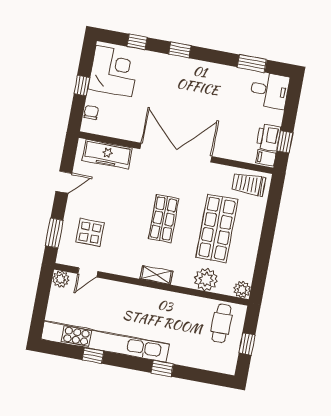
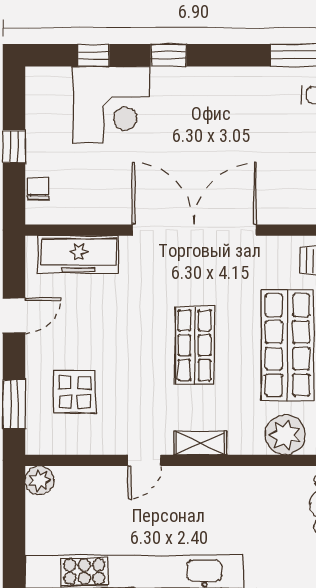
corner desk: (114, 71) -> (111, 105), moved, turned 90
door: (88, 272) -> (144, 460), moved

